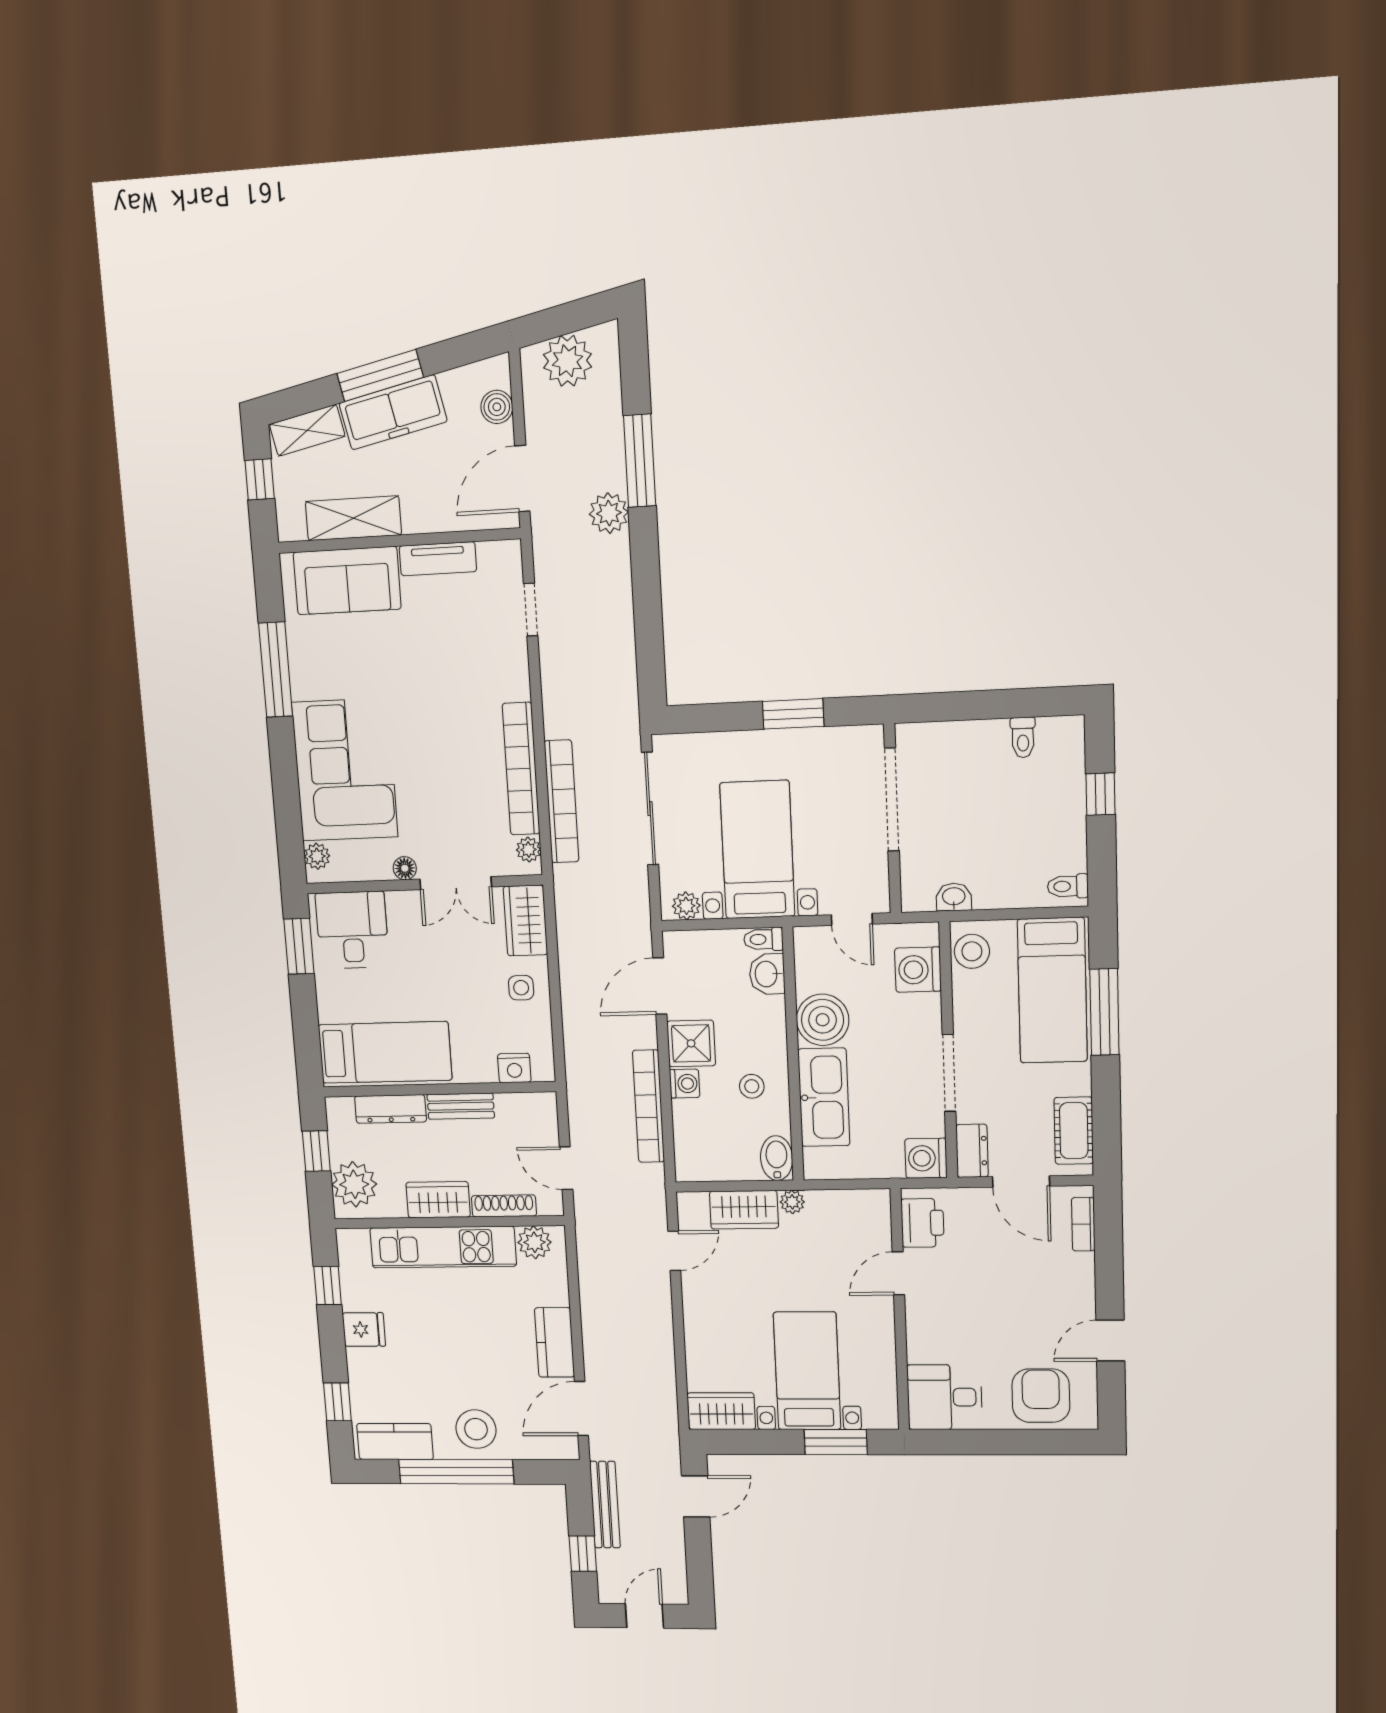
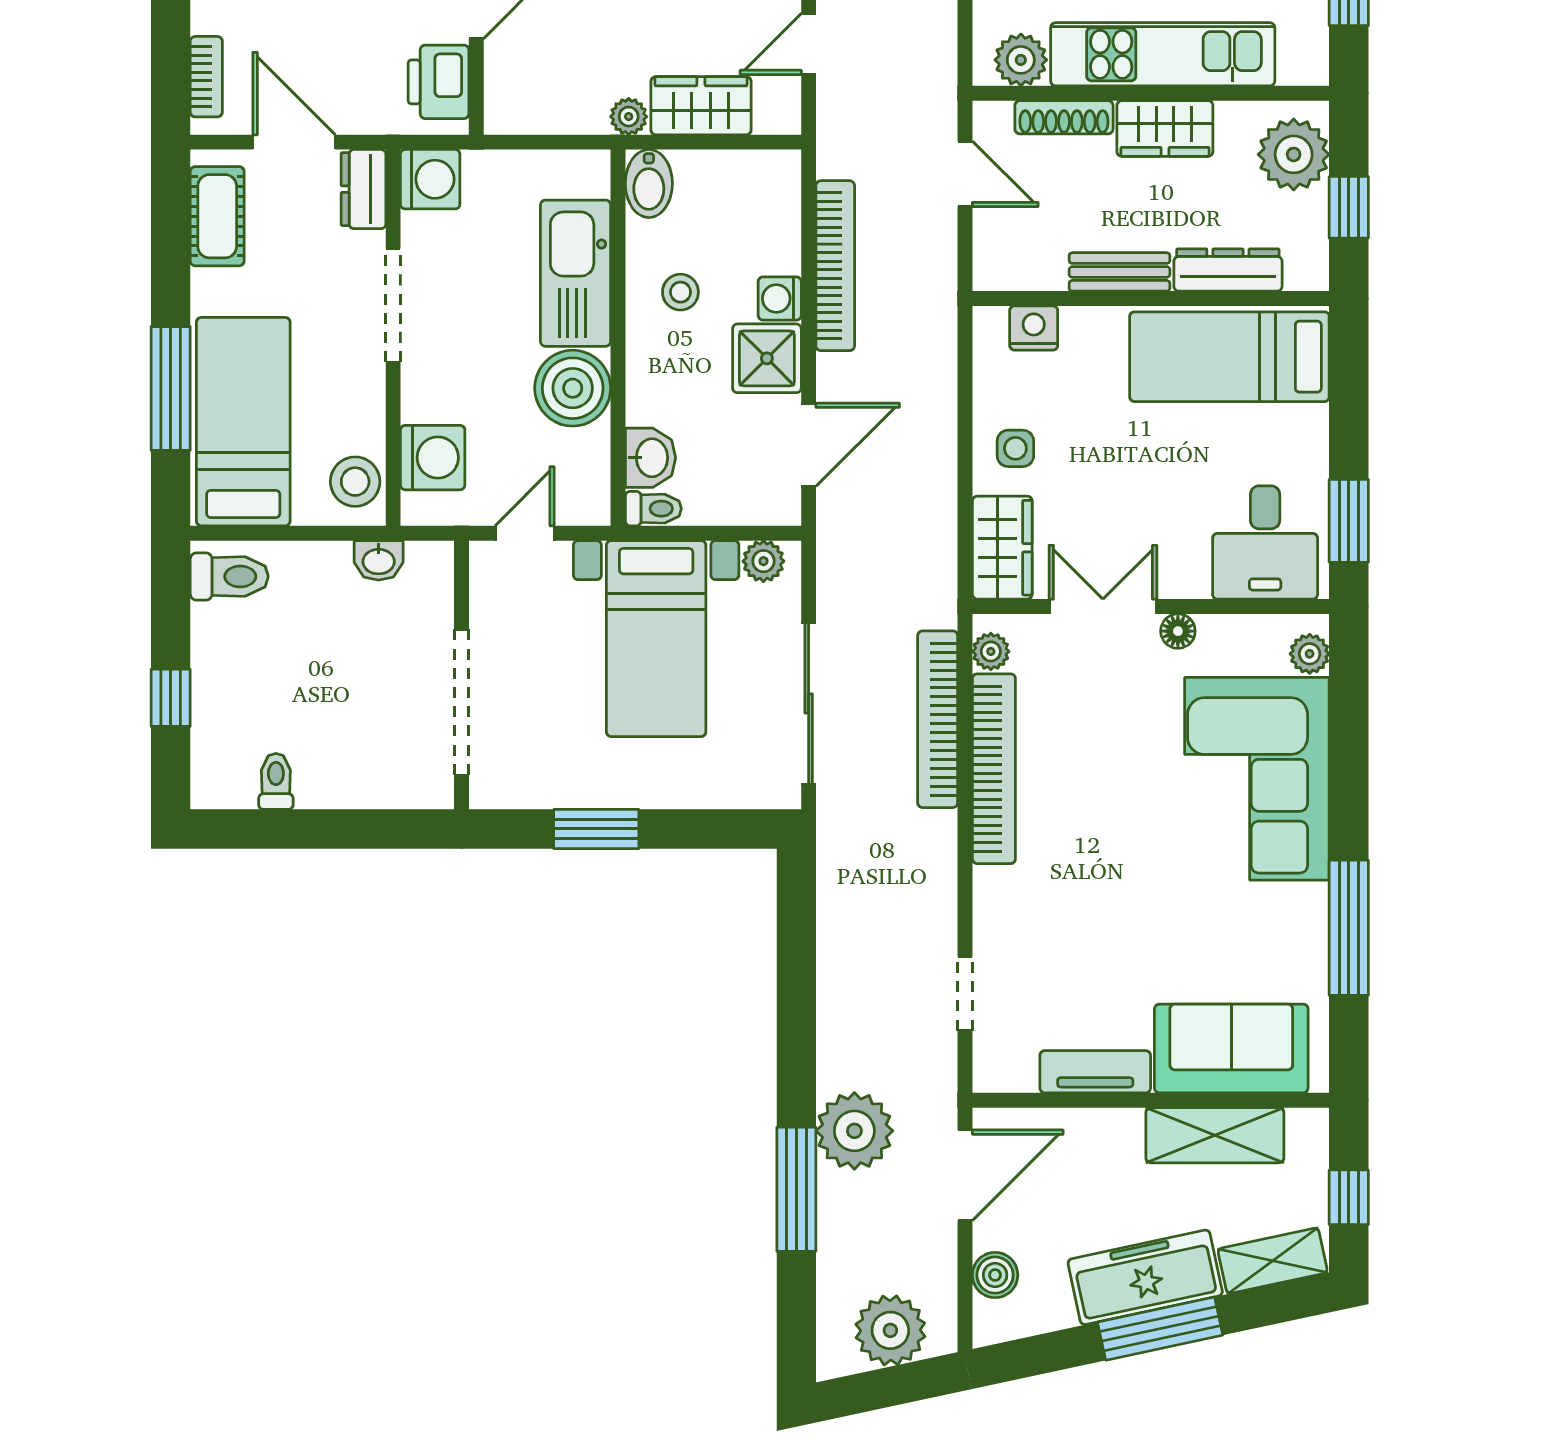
plant: (609, 513) -> (854, 1131), width x1.36, depth x1.36
toilet: (1068, 886) -> (229, 576), width x1.37, depth x1.39
door: (852, 919) -> (525, 533), hinge flipped

